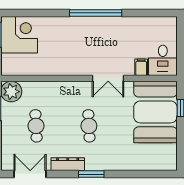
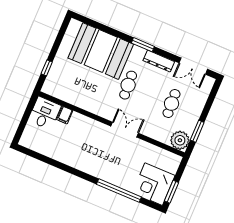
window: (96, 13) -> (119, 191), moved
double door: (108, 78) -> (125, 130), moved
booth: (155, 112) -> (101, 51), moved, turned 90

